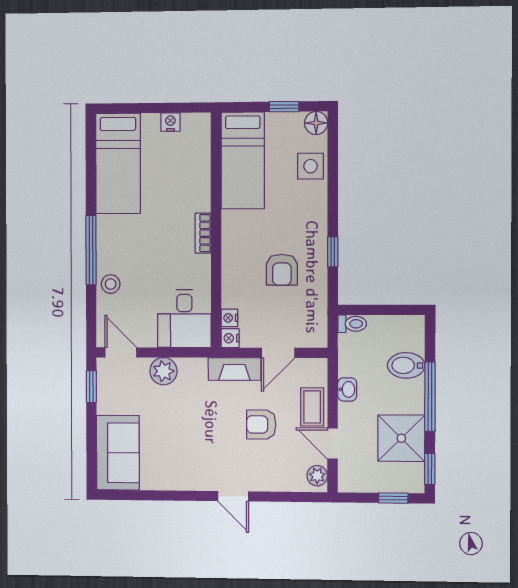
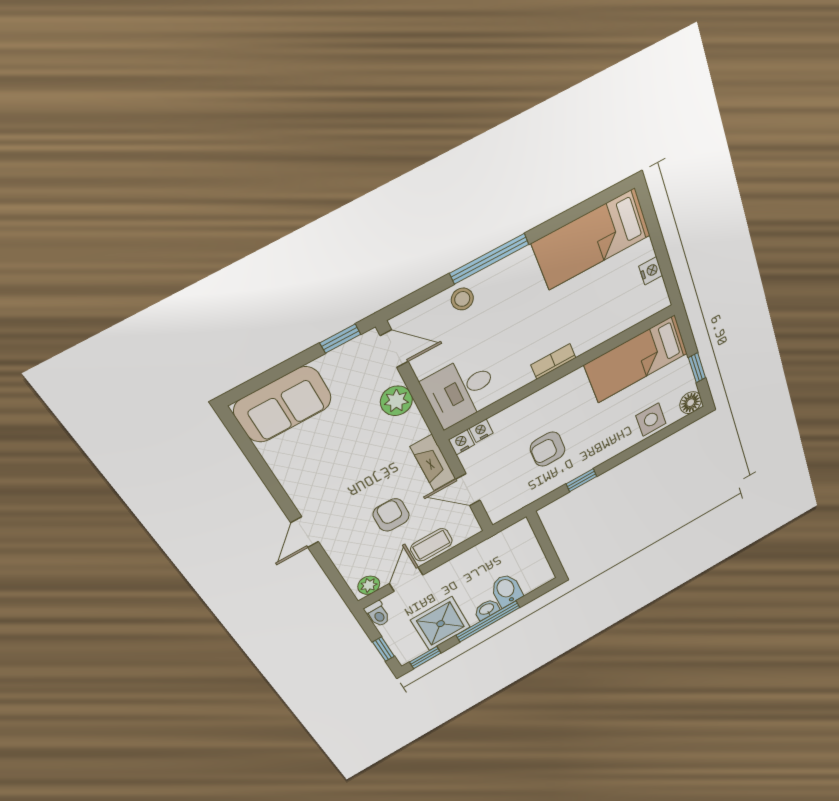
toilet: (352, 324) -> (378, 614), moved
door: (121, 352) -> (394, 349), hinge flipped
washbasin: (347, 389) -> (487, 609), moved, turned 180

